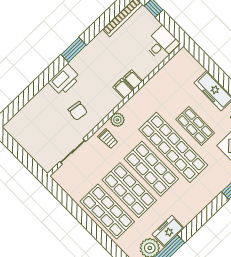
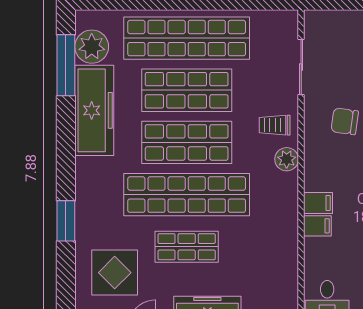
shop shelf: (107, 211) -> (187, 38), width x1.40
freezer: (168, 231) -> (94, 110), width x1.91, depth x1.26

